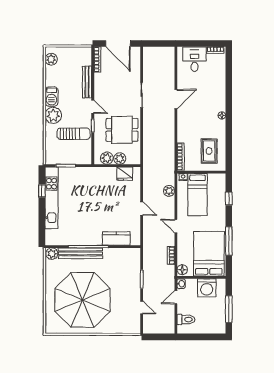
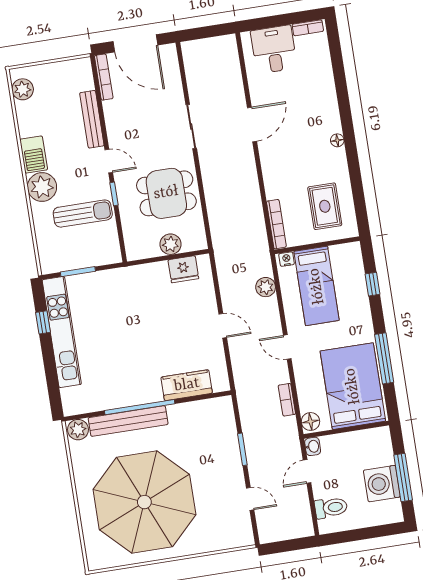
plant: (107, 158) -> (148, 247), removed
washing machine: (207, 288) -> (382, 484), moved, turned 90

